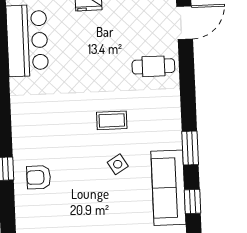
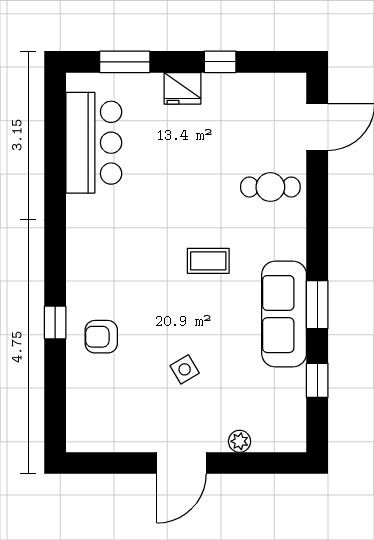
side table: (118, 164) -> (185, 369), moved
sofa: (168, 188) -> (284, 314), moved

